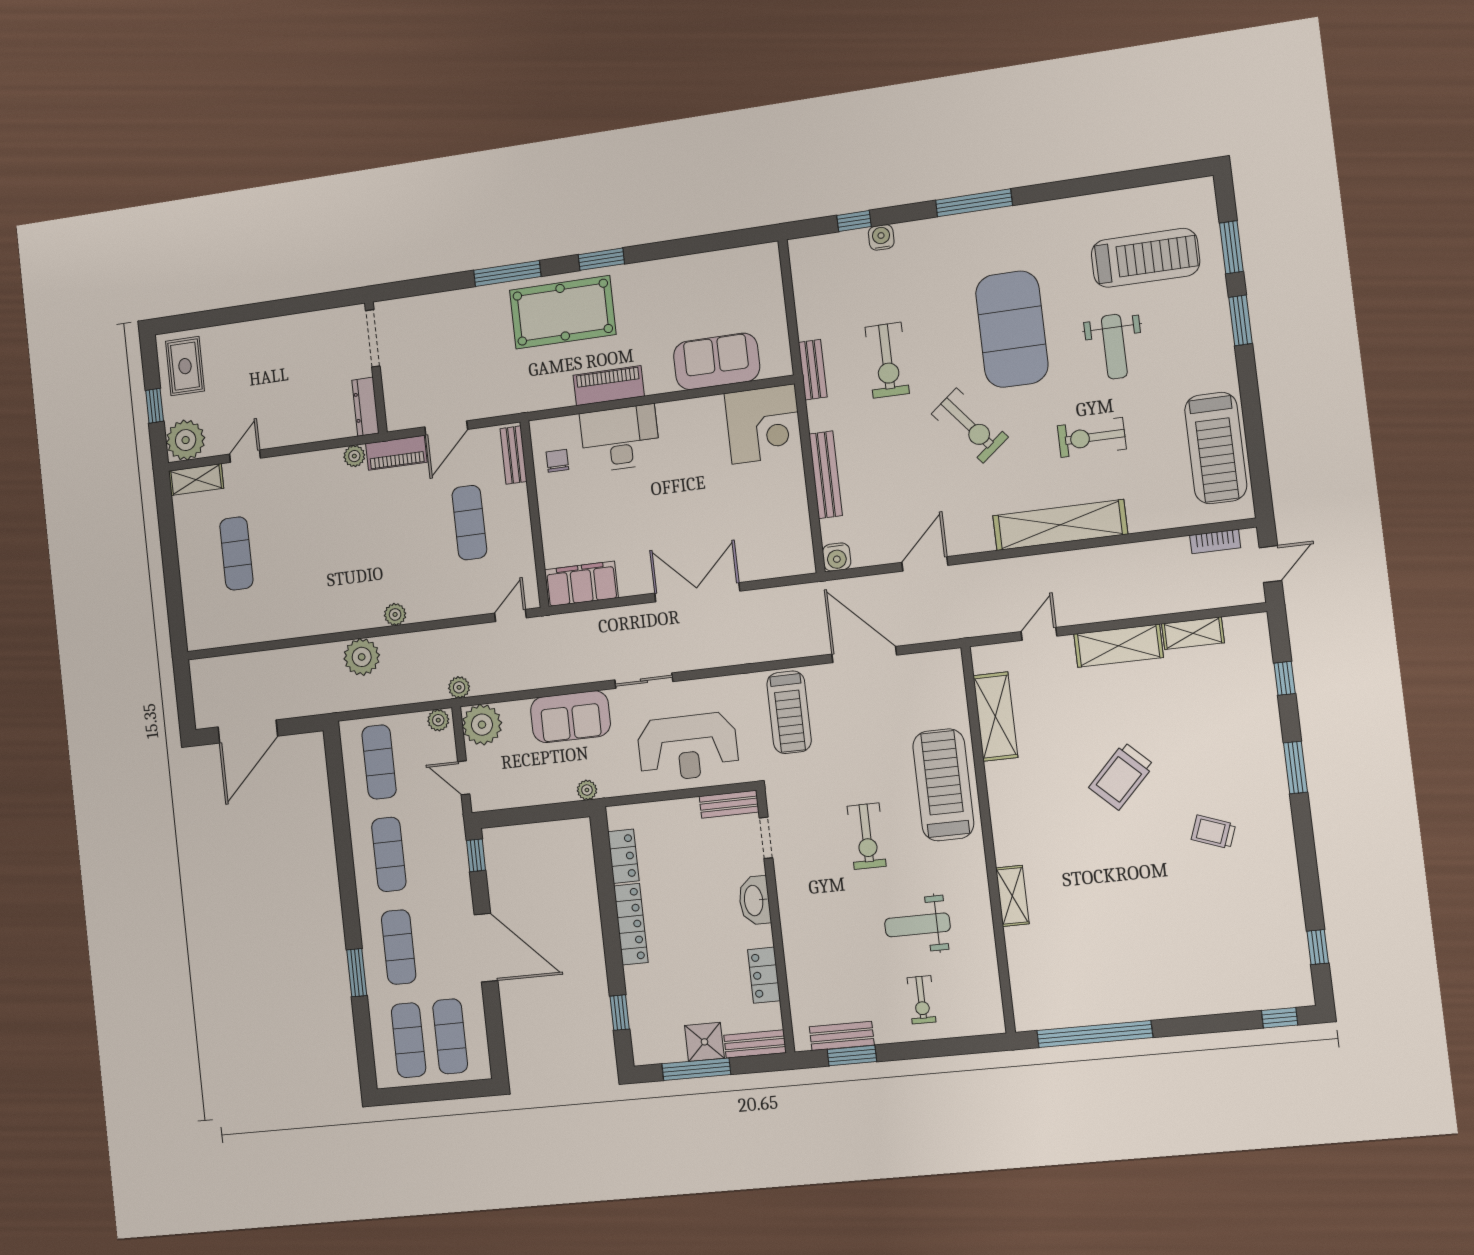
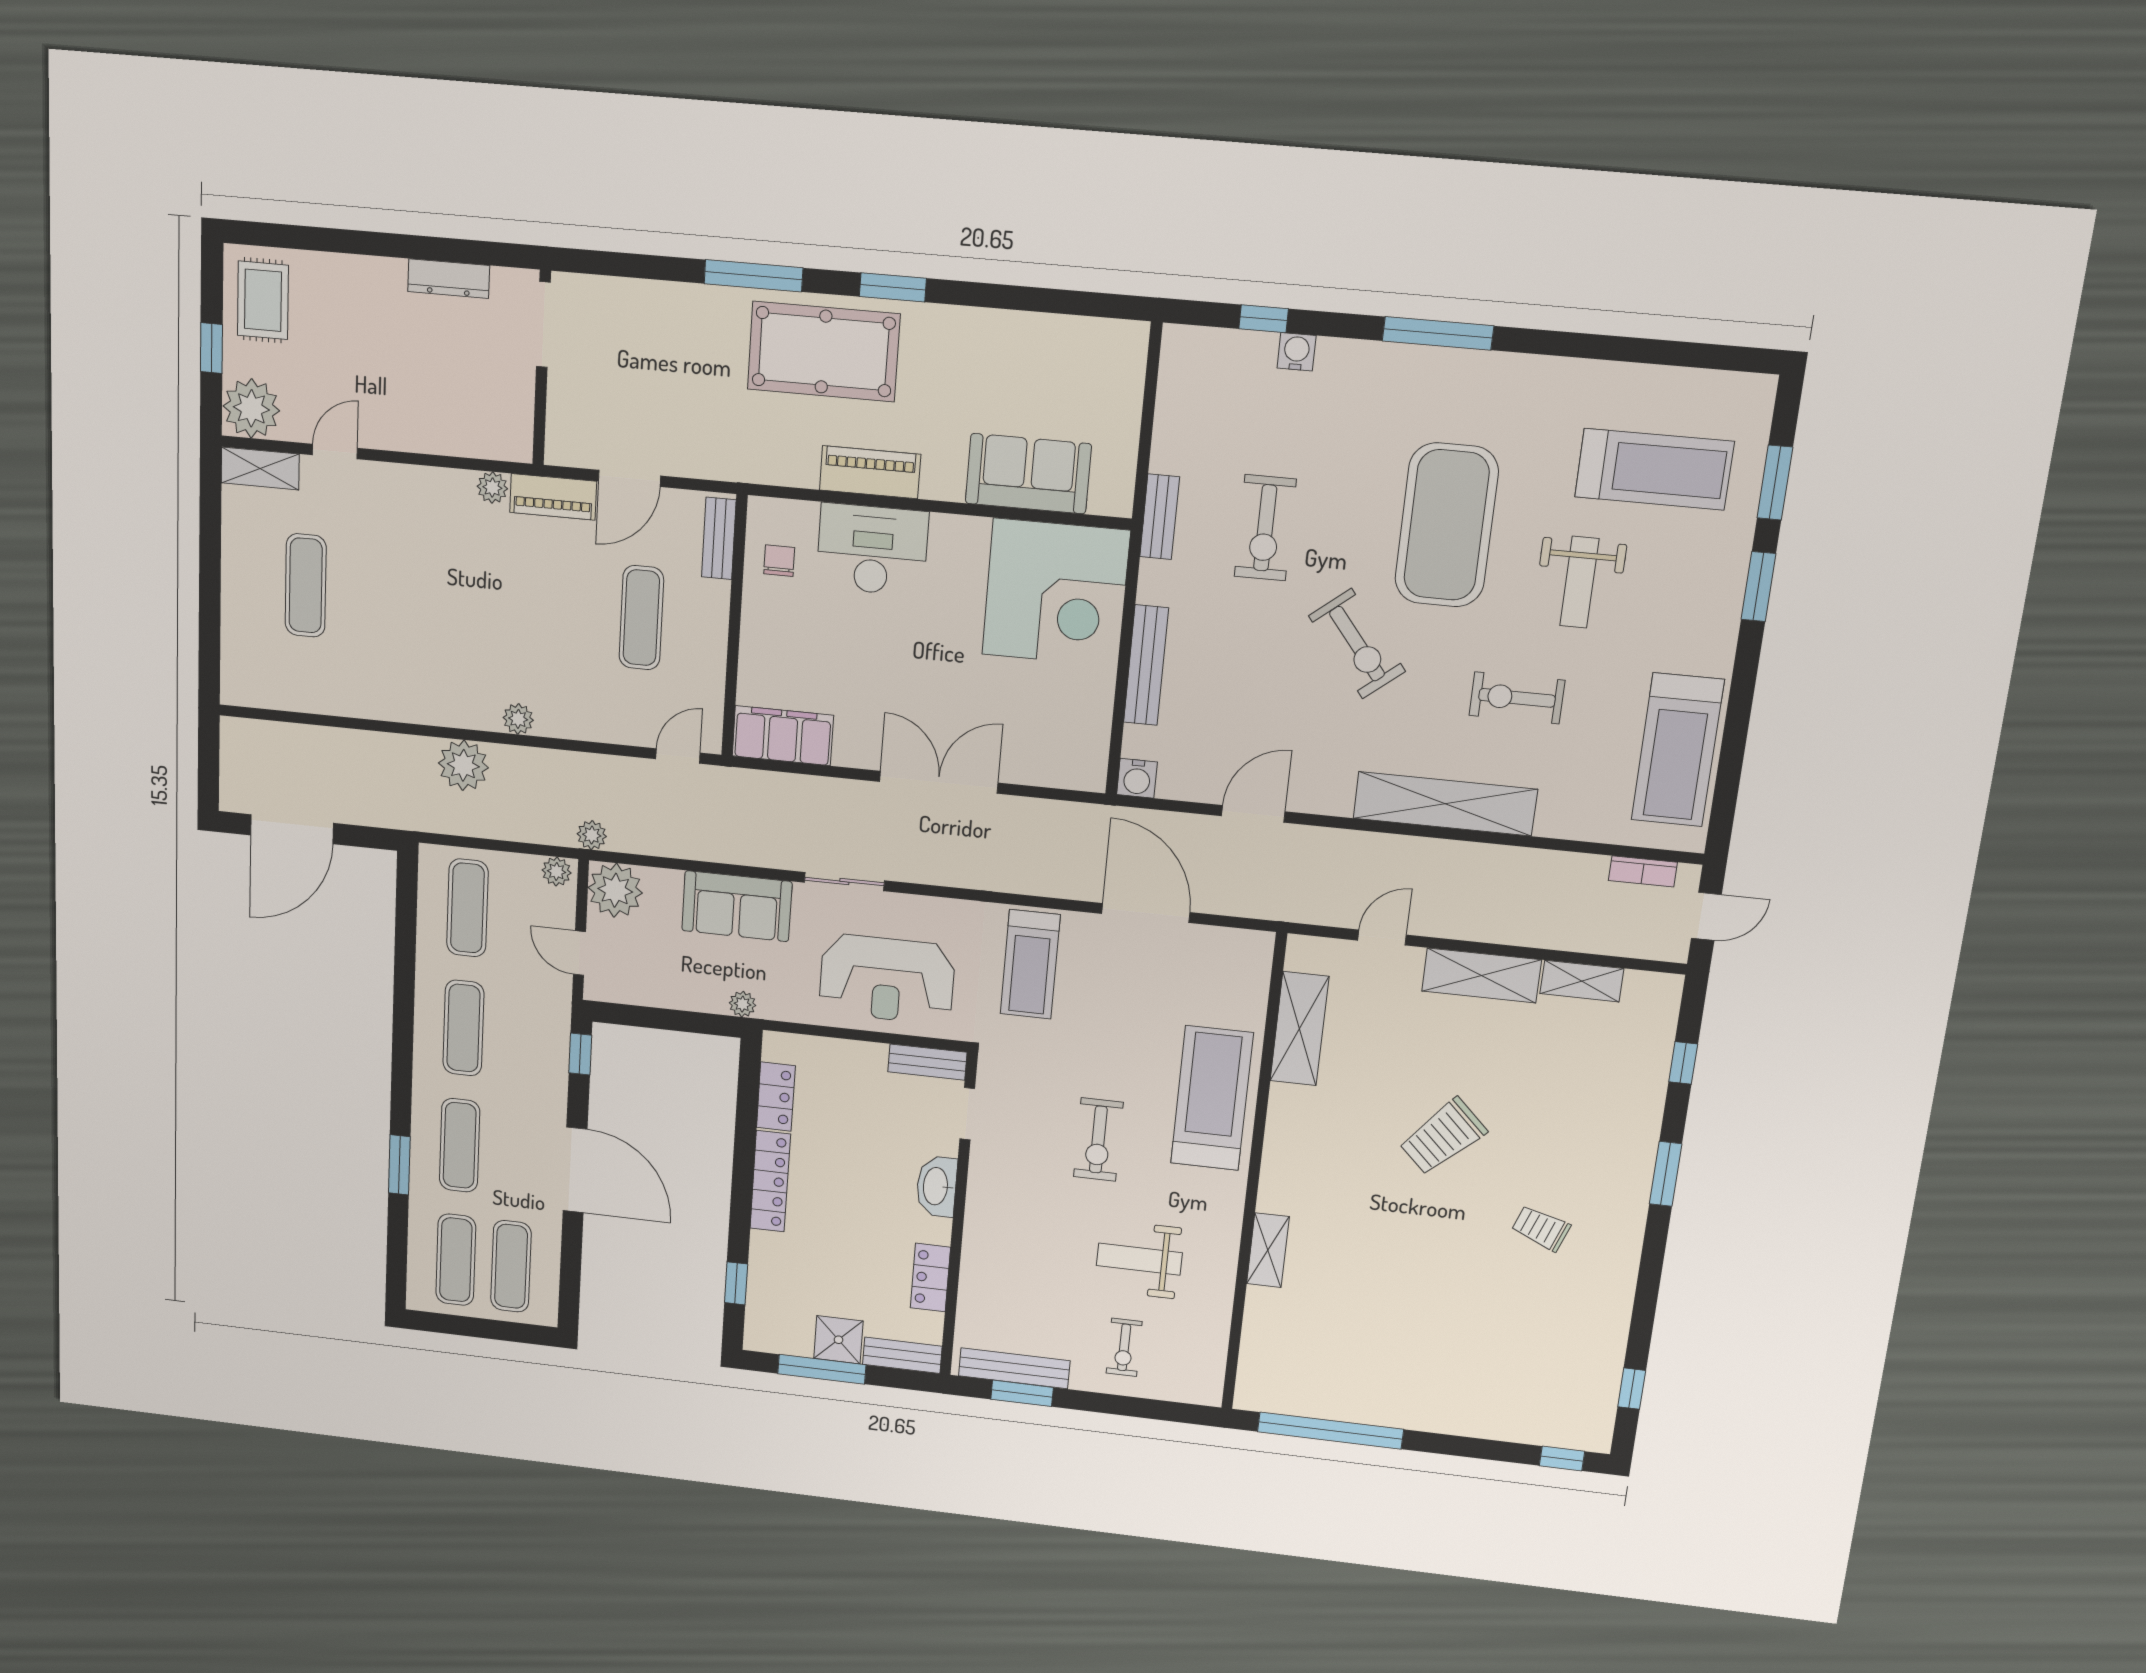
dresser: (365, 407) -> (449, 279), moved, turned -90
corner desk: (763, 424) -> (1056, 593), width x1.36, depth x1.36
bench: (842, 1036) -> (1014, 1368), width x1.36

